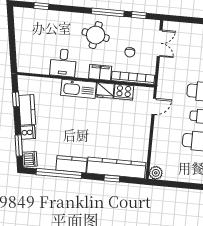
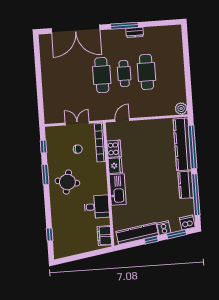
window: (108, 12) -> (45, 175), width x0.69
double door: (160, 43) -> (77, 123), moved
filing cabinet: (100, 72) -> (104, 236), moved
window: (16, 99) -> (151, 240), moved
door: (154, 106) -> (122, 120), hinge flipped
kitchen counter: (27, 110) -> (137, 234), width x1.50
window: (112, 179) -> (193, 147), width x3.17

